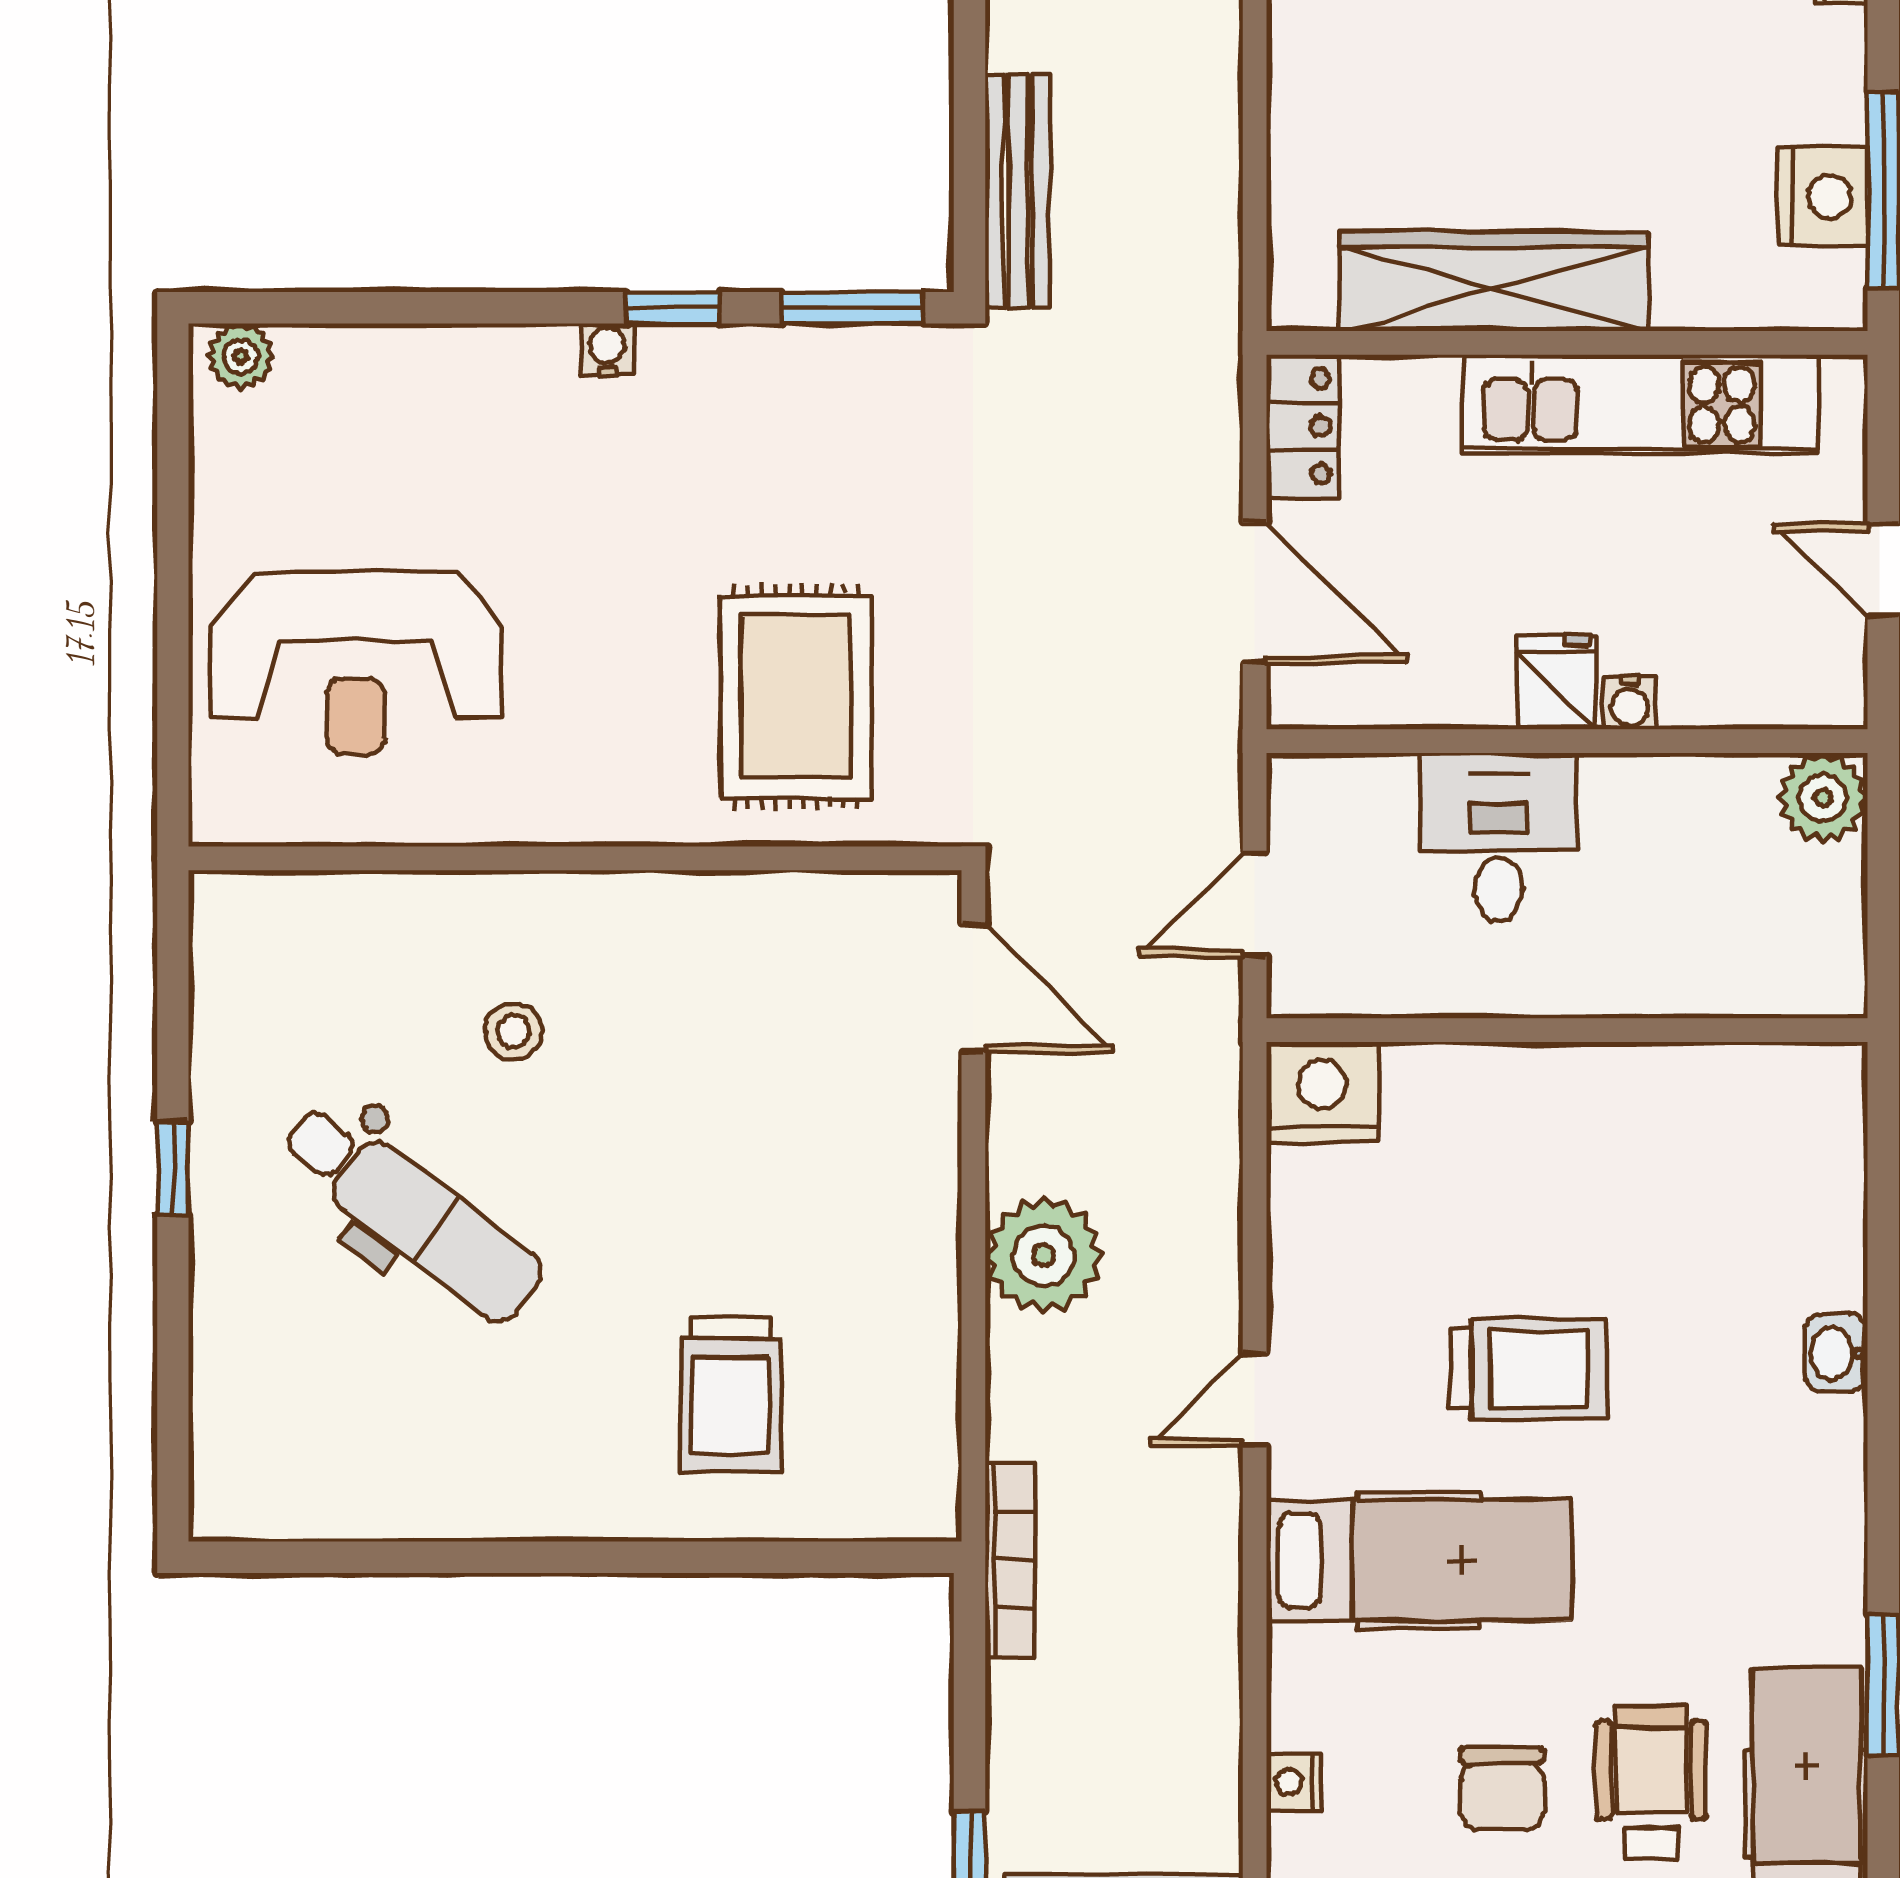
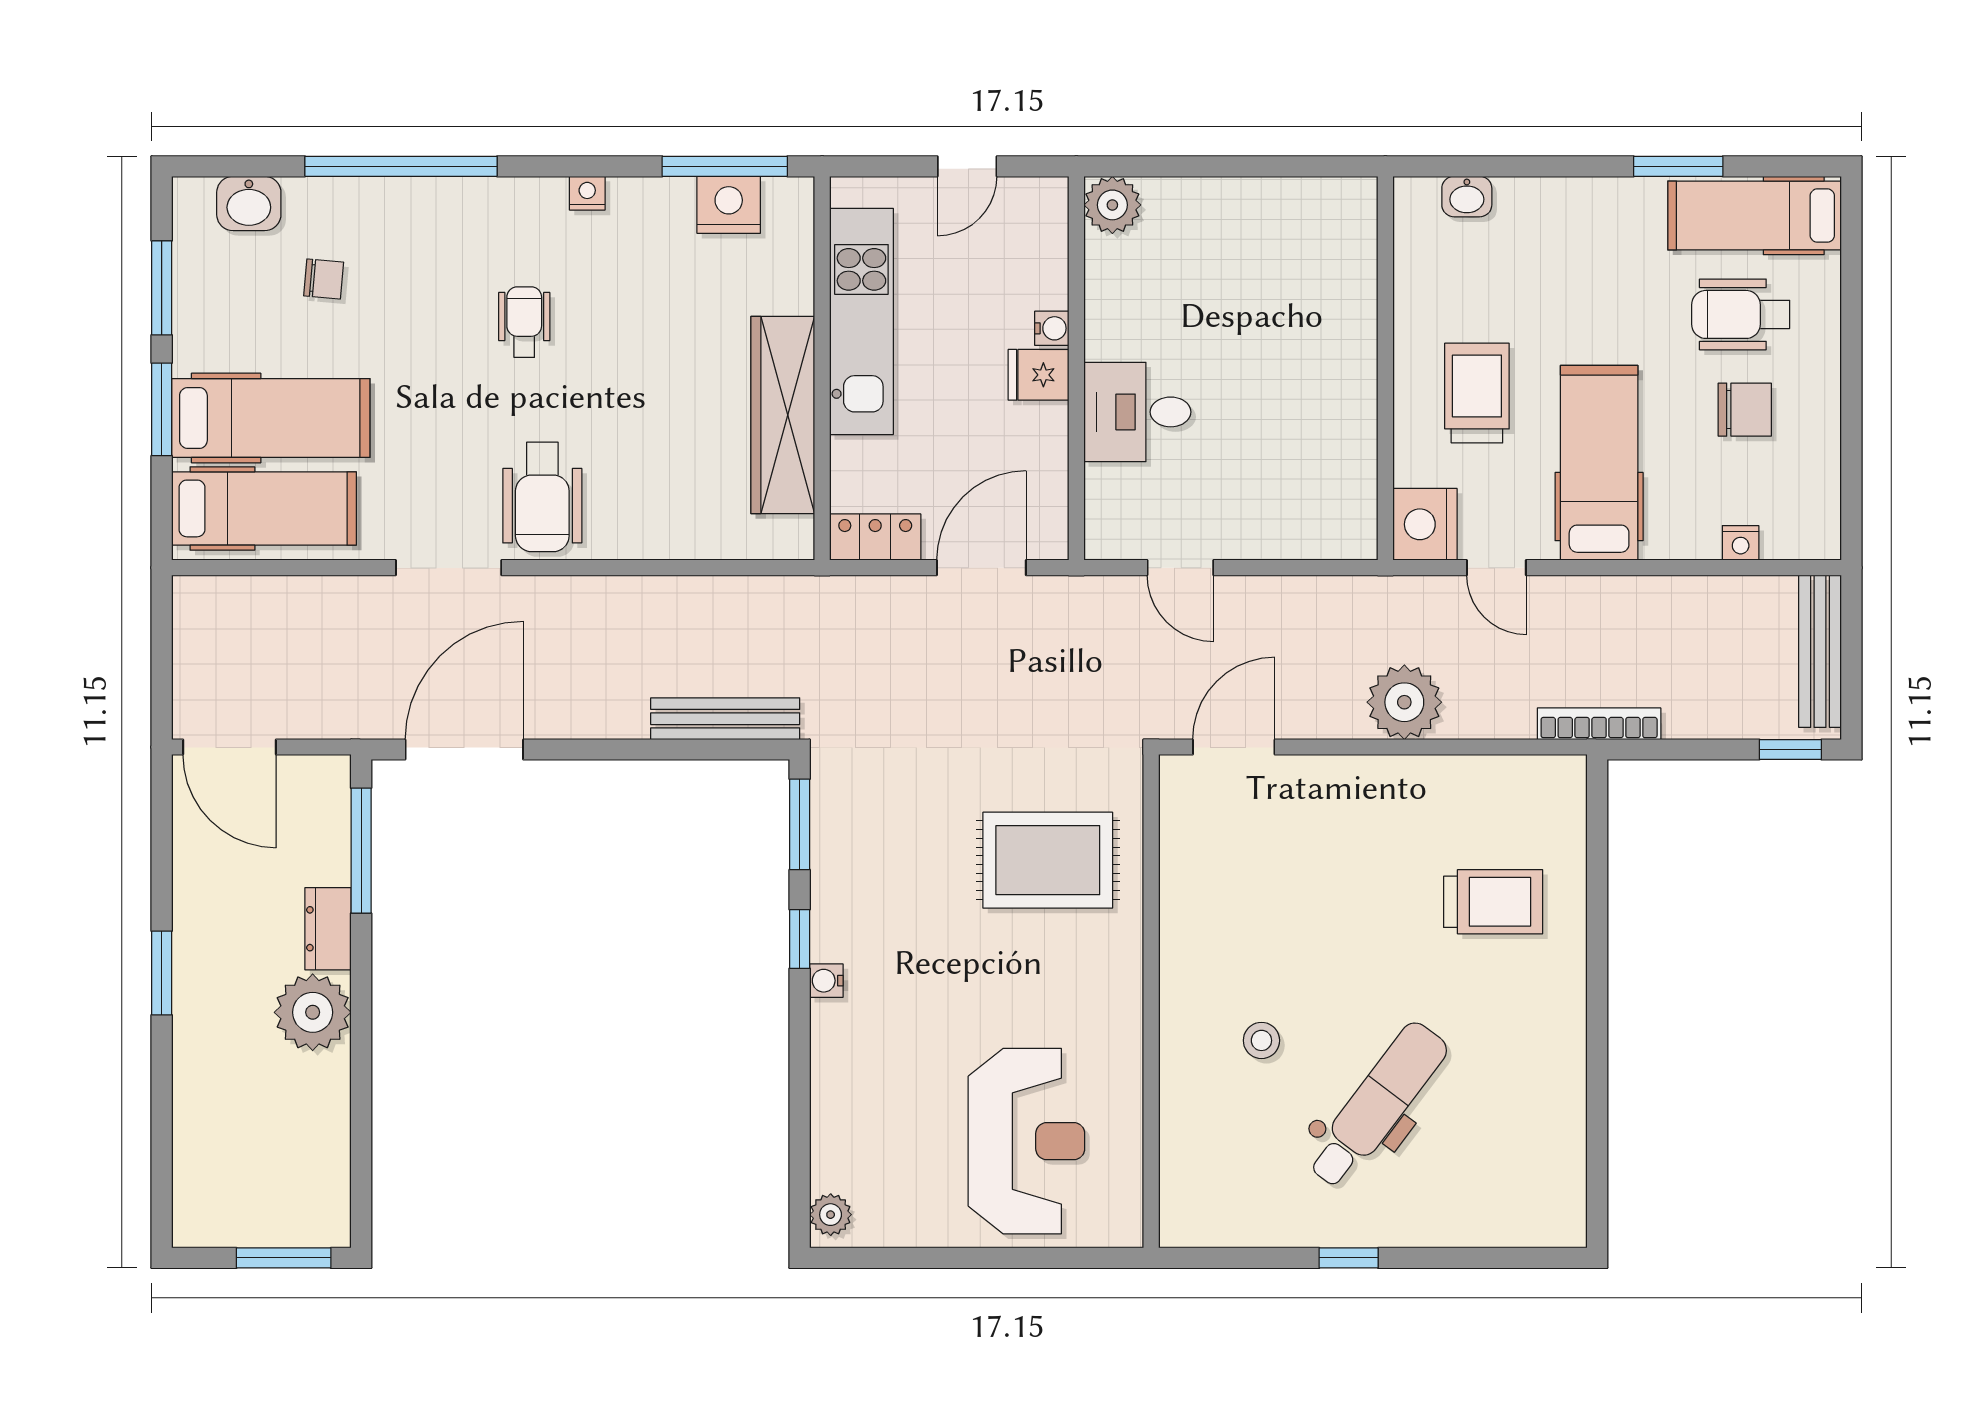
wall: (1567, 1030) -> (1385, 368), moved
nightstand: (1322, 1092) -> (1425, 524), moved

